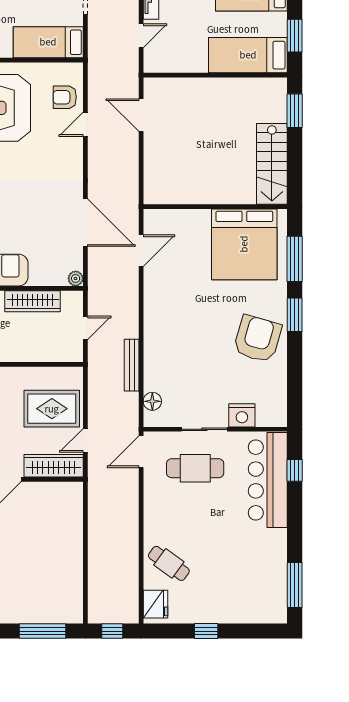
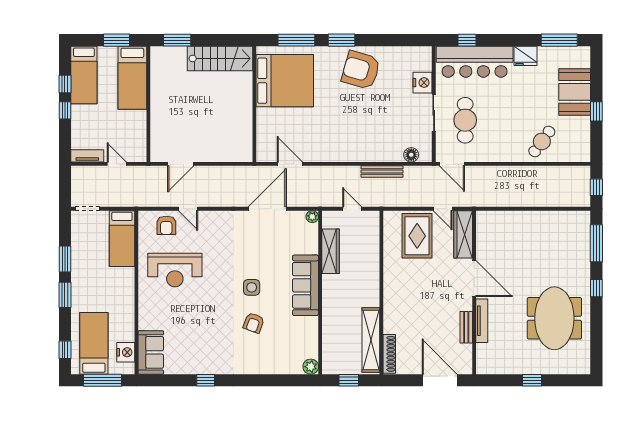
fridge: (155, 604) -> (525, 56), moved, turned 180
booth: (230, 604) -> (575, 92), added

